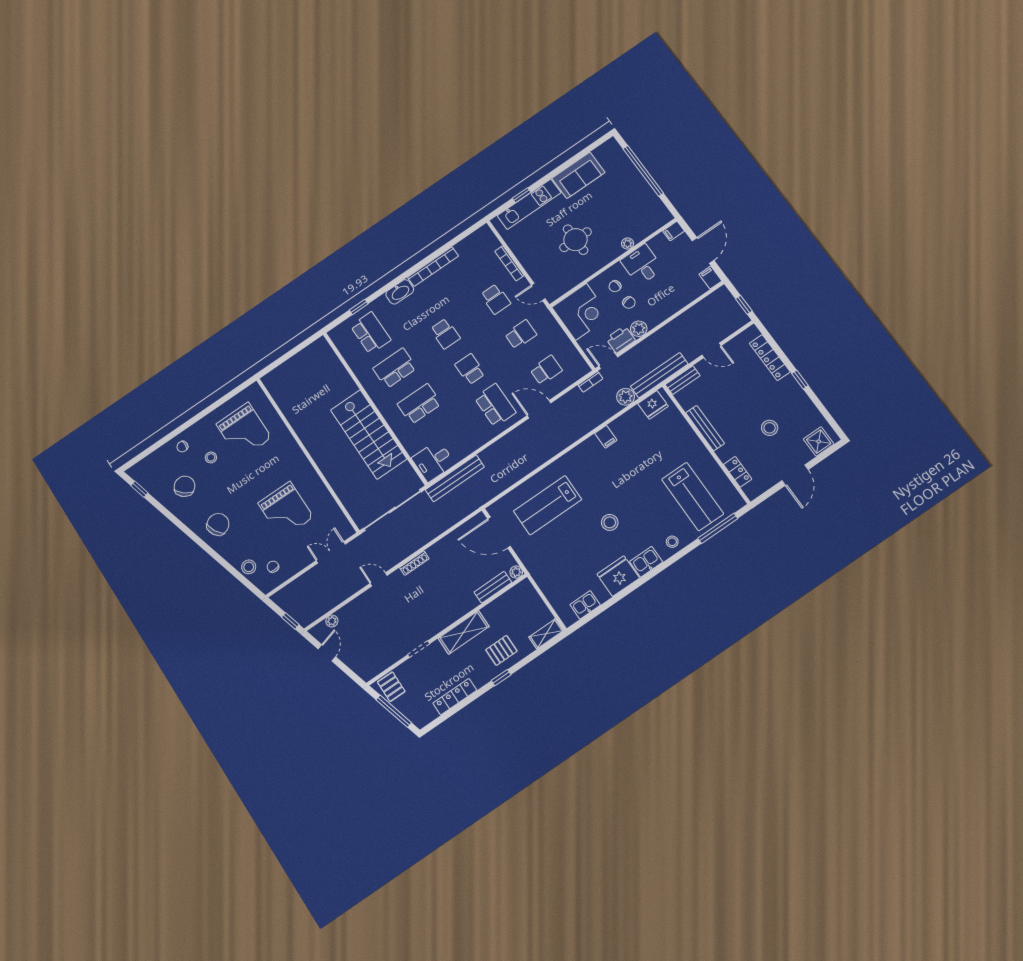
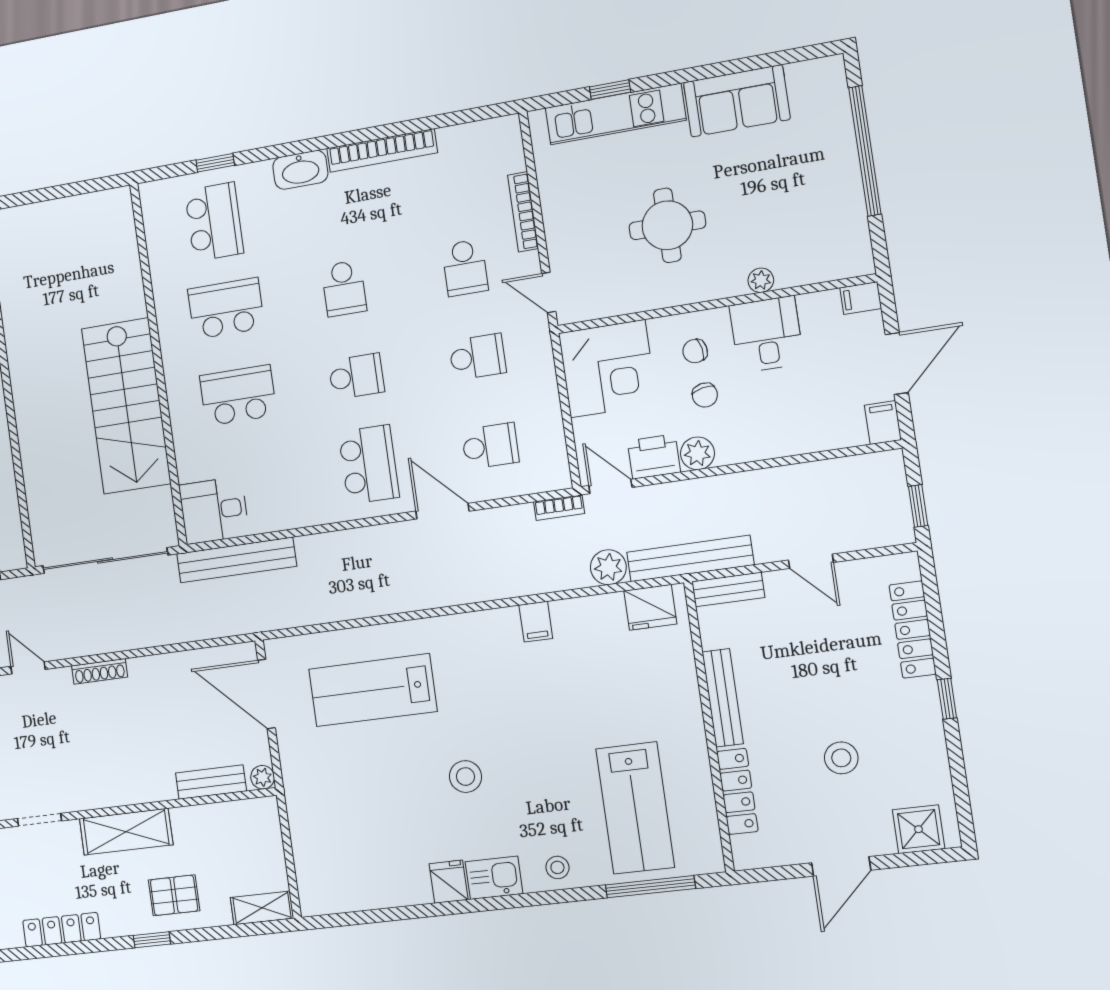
school desk: (470, 369) -> (356, 376), turned 90
locker: (738, 472) -> (737, 791), width x1.53
fridge: (618, 576) -> (449, 882), width x0.53, depth x0.75
kitchen sink: (585, 605) -> (352, 895), removed

